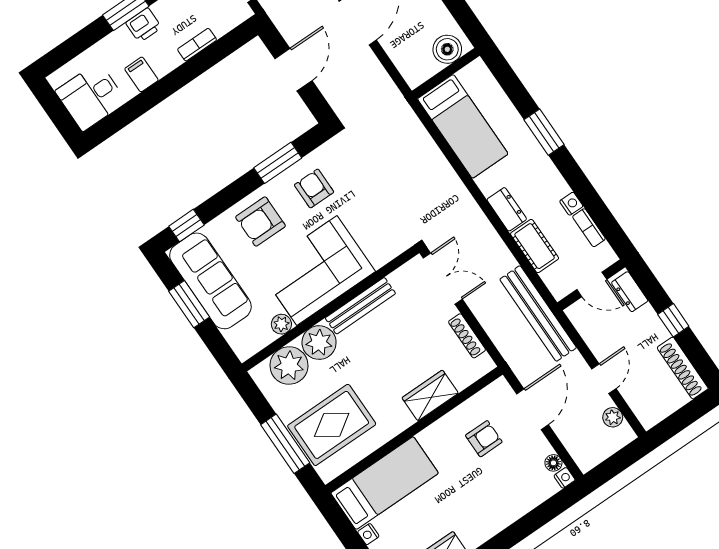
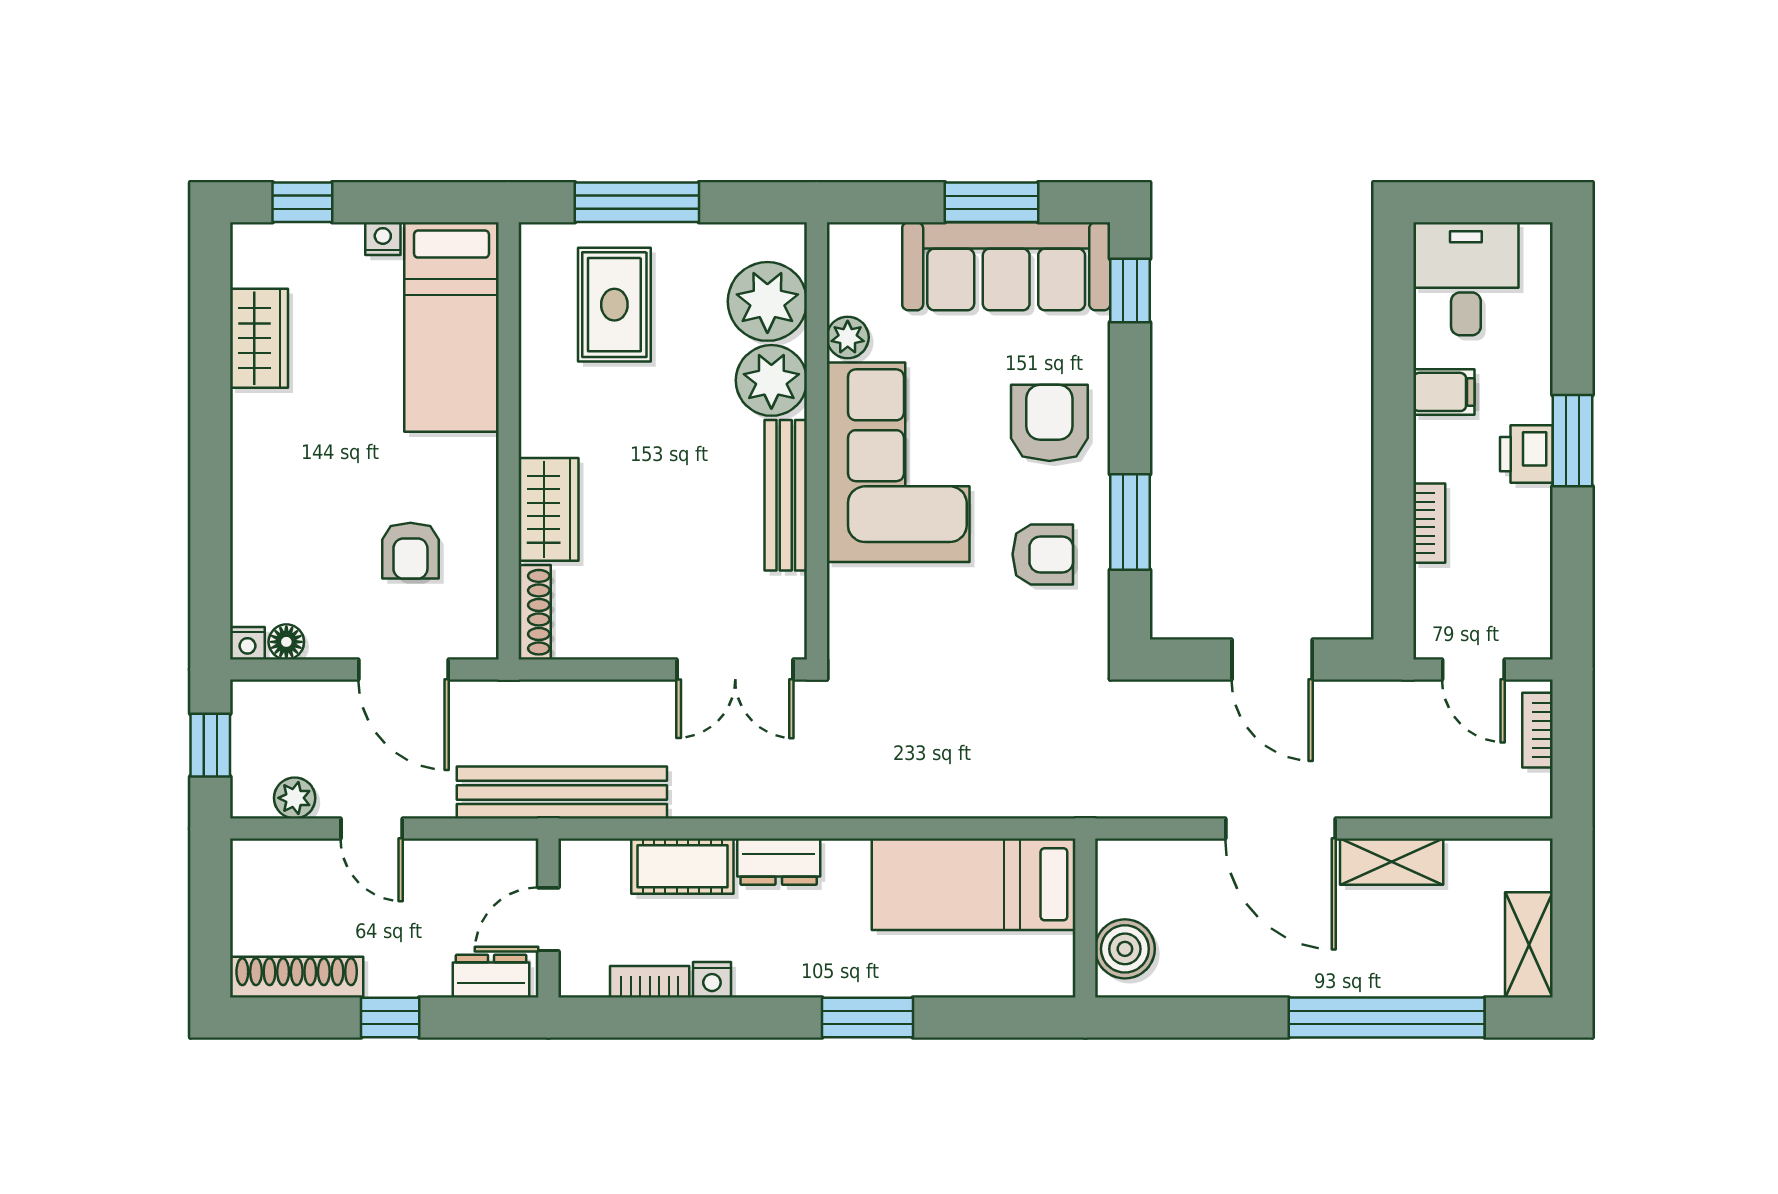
shoe rack: (467, 336) -> (535, 612), moved, turned 90
rug: (332, 425) -> (614, 305), width x0.73, depth x0.70
window: (615, 465) -> (210, 745), added

